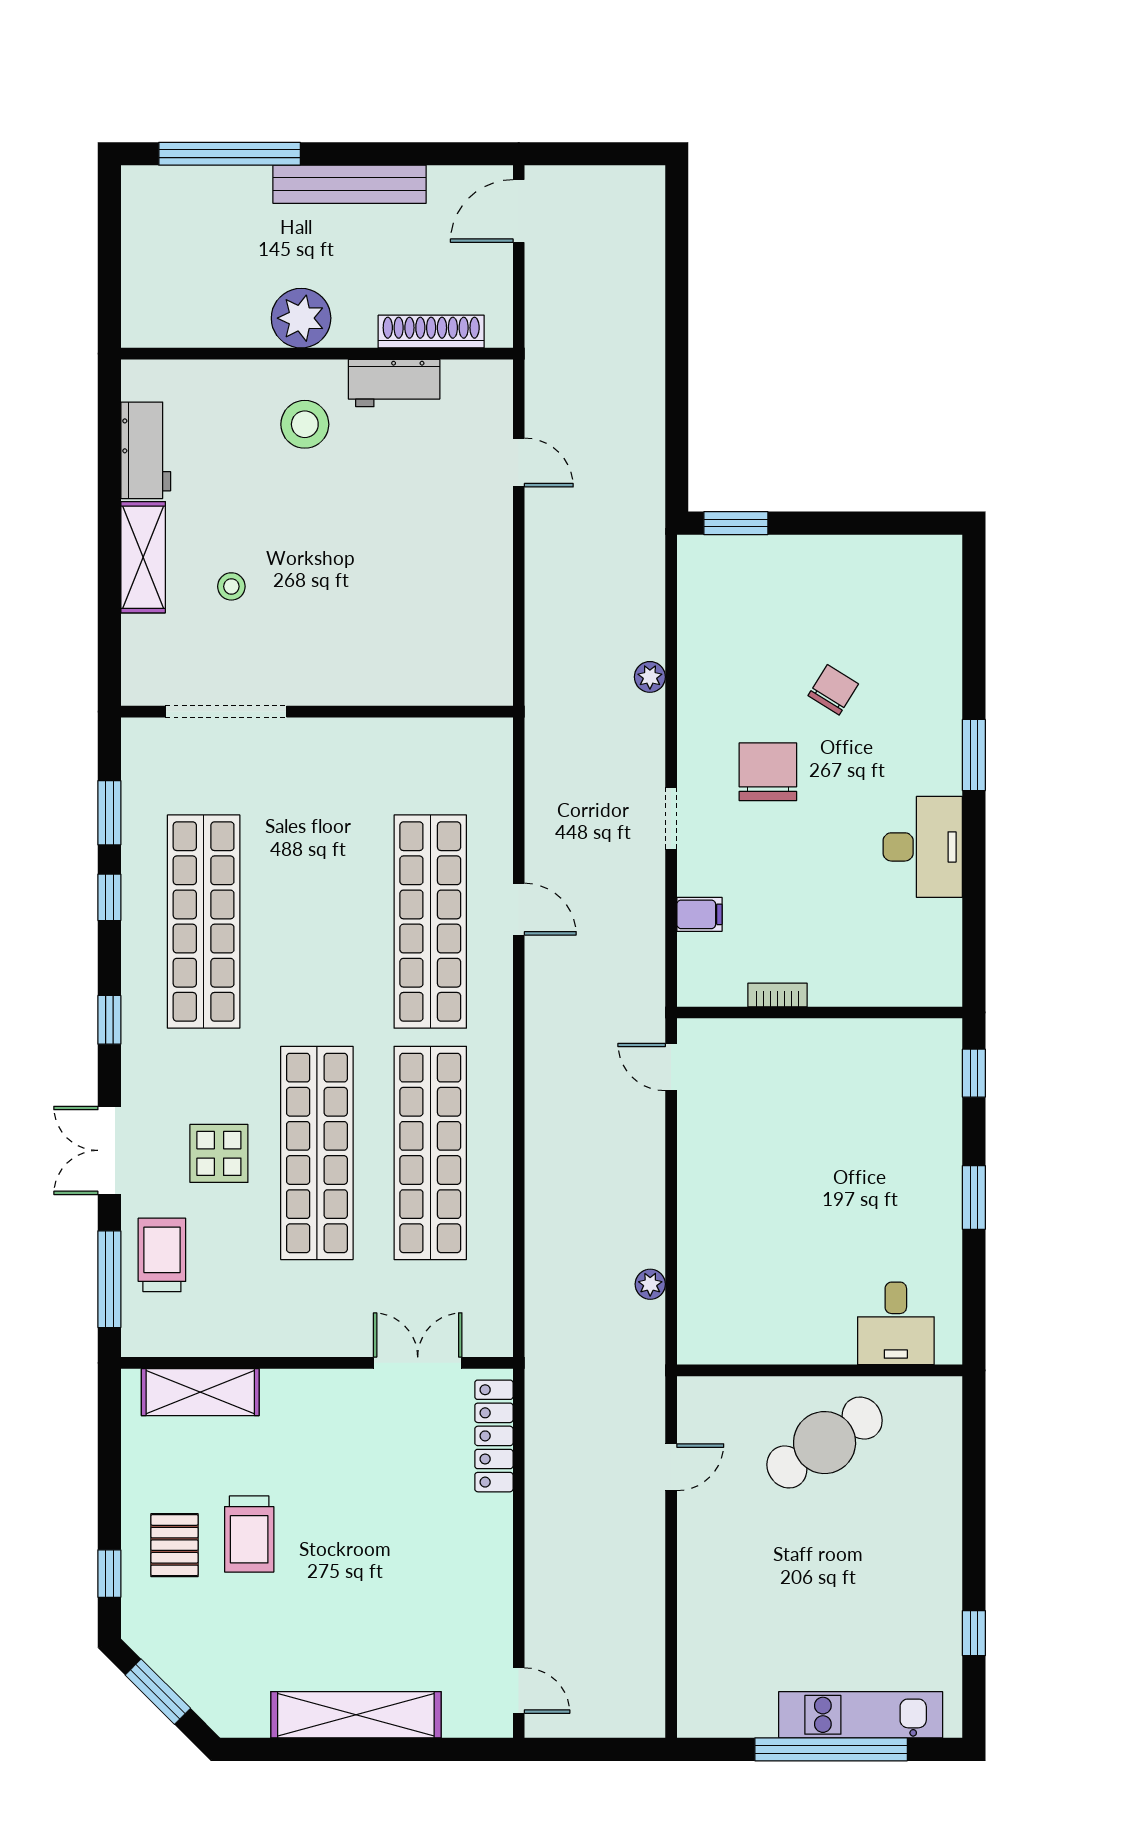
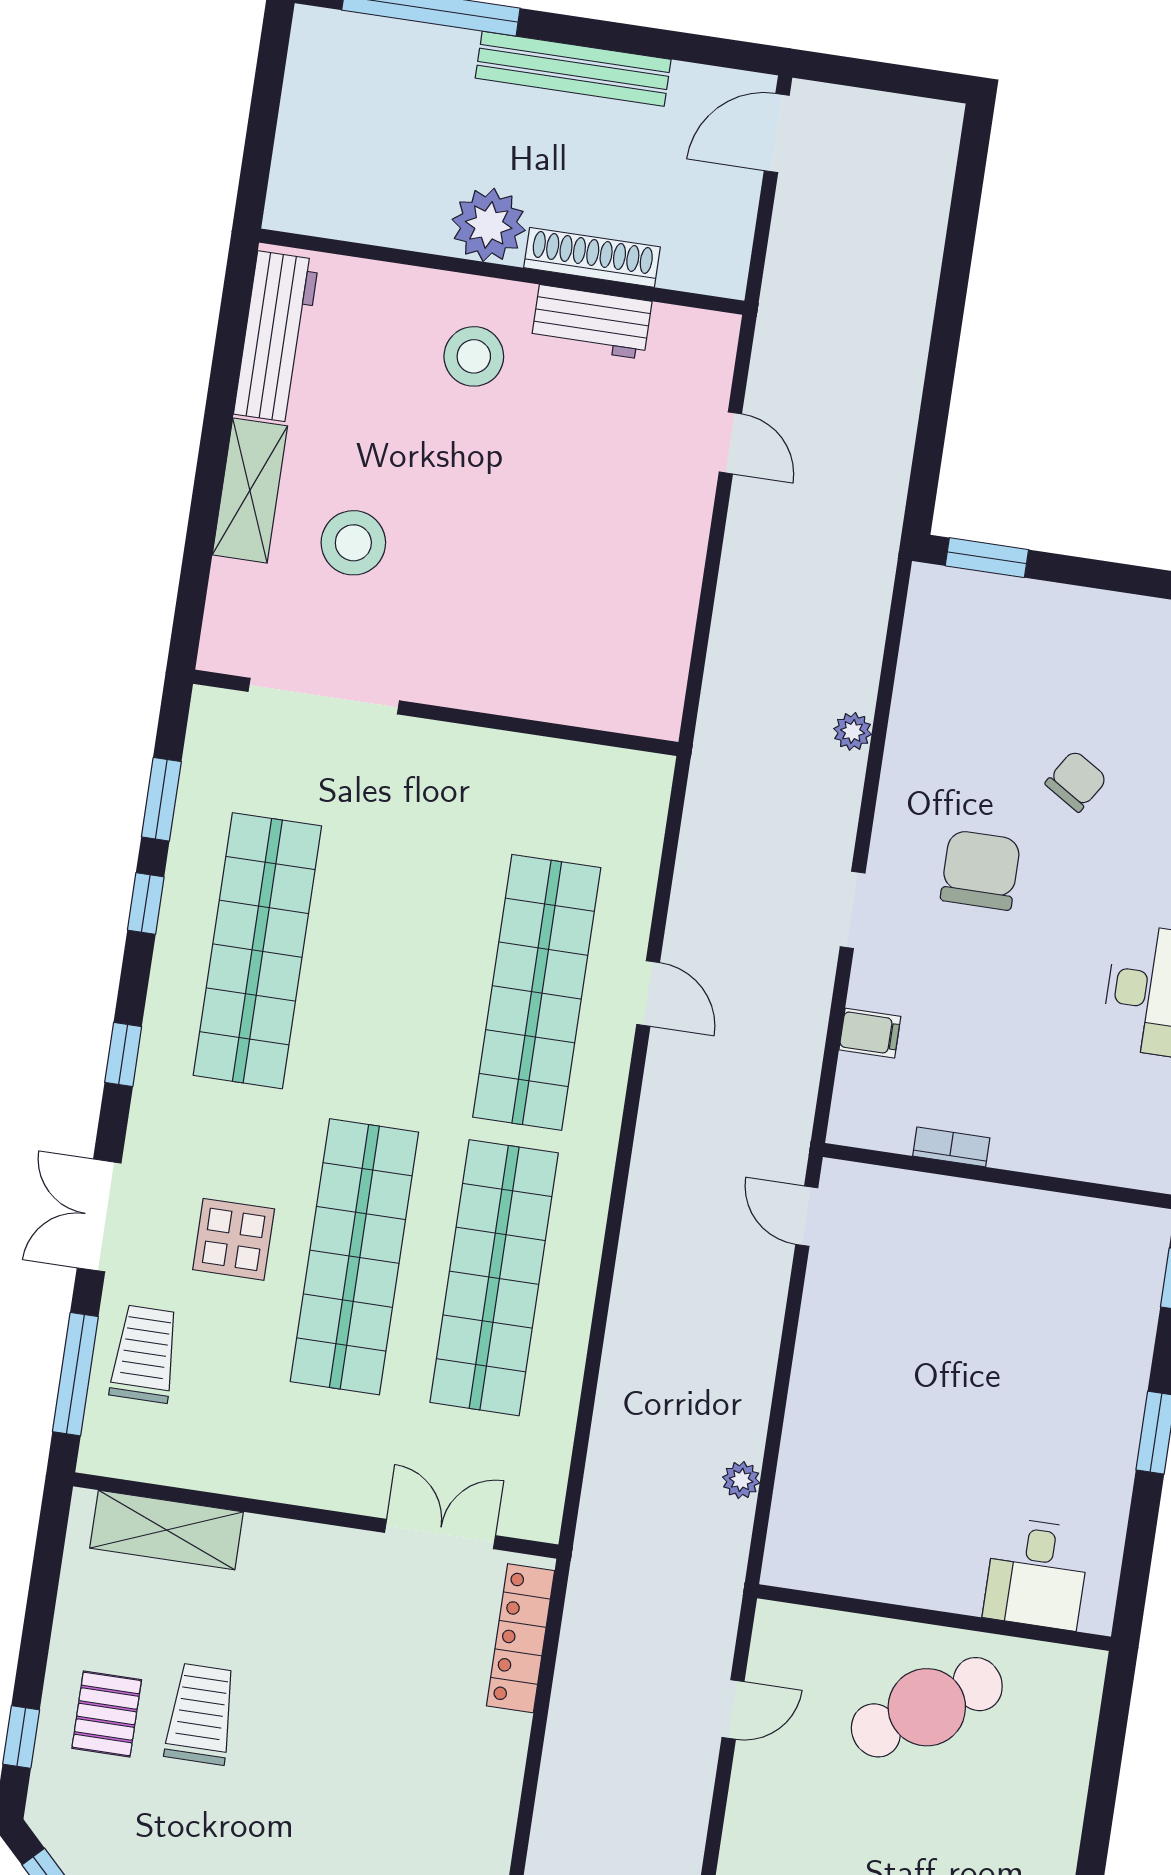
shoe rack: (431, 332) -> (592, 257), moved
workbench: (146, 450) -> (276, 337), width x1.37
stool: (231, 586) -> (353, 543), width x1.89, depth x1.89
trolley: (249, 1534) -> (201, 1714), turned 180

